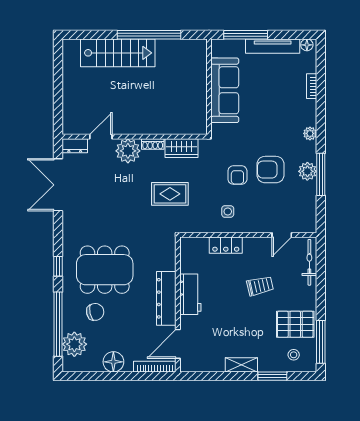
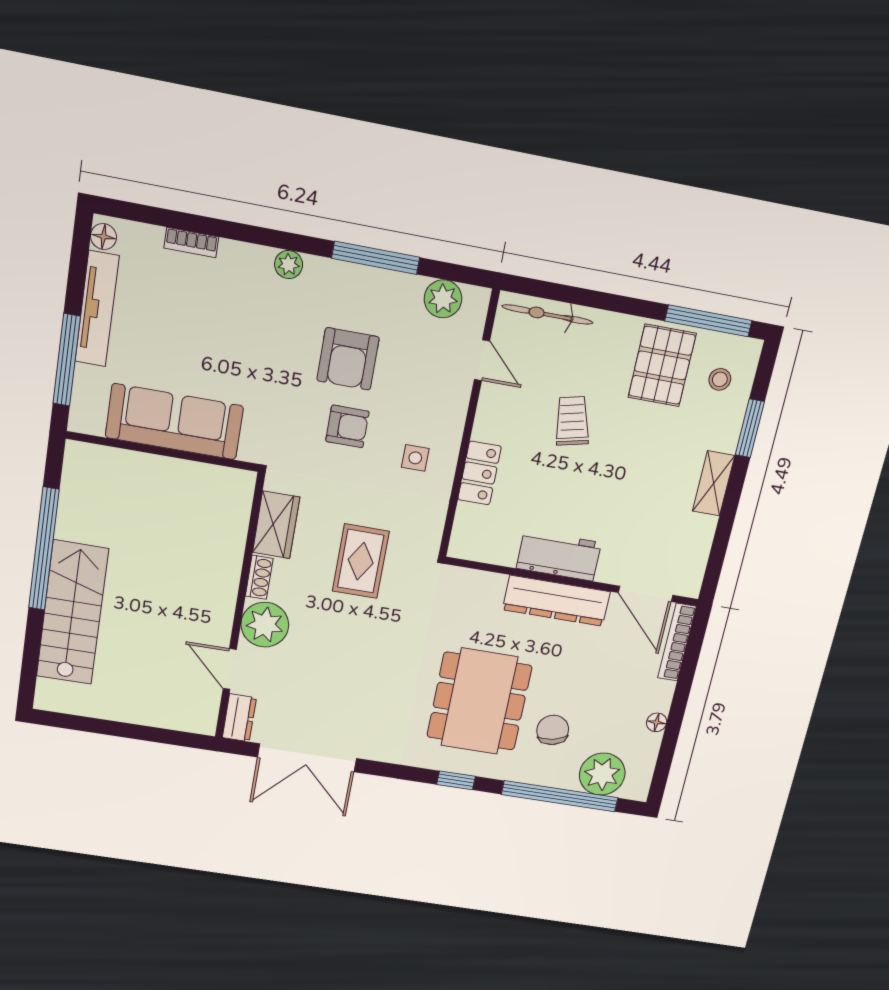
plant: (307, 171) -> (443, 299), moved
floor lamp: (113, 362) -> (657, 722), width x0.53, depth x0.53

